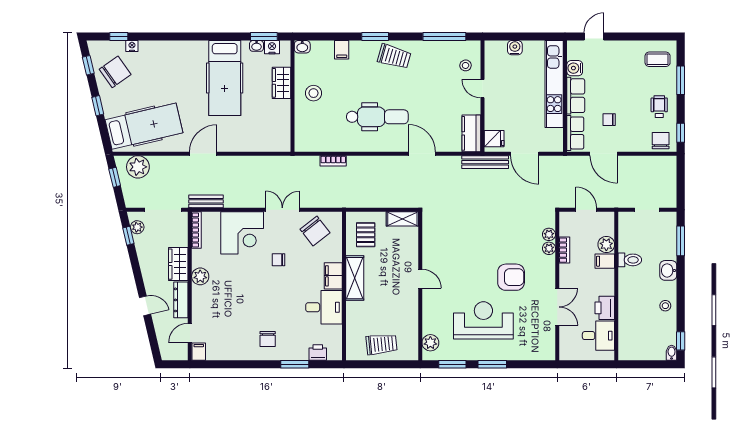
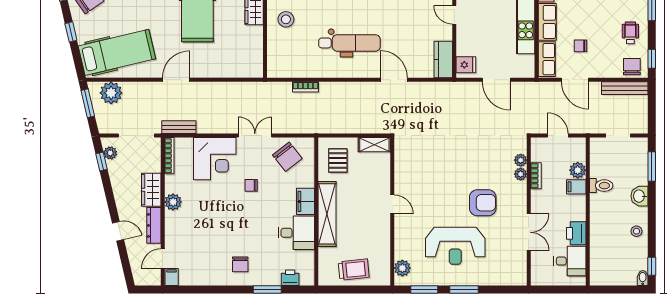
bench: (485, 162) -> (625, 88), moved
window: (115, 177) -> (88, 103), width x1.50
shelving: (355, 278) -> (327, 214), width x1.47
reception desk: (483, 320) -> (455, 246), turned 180

